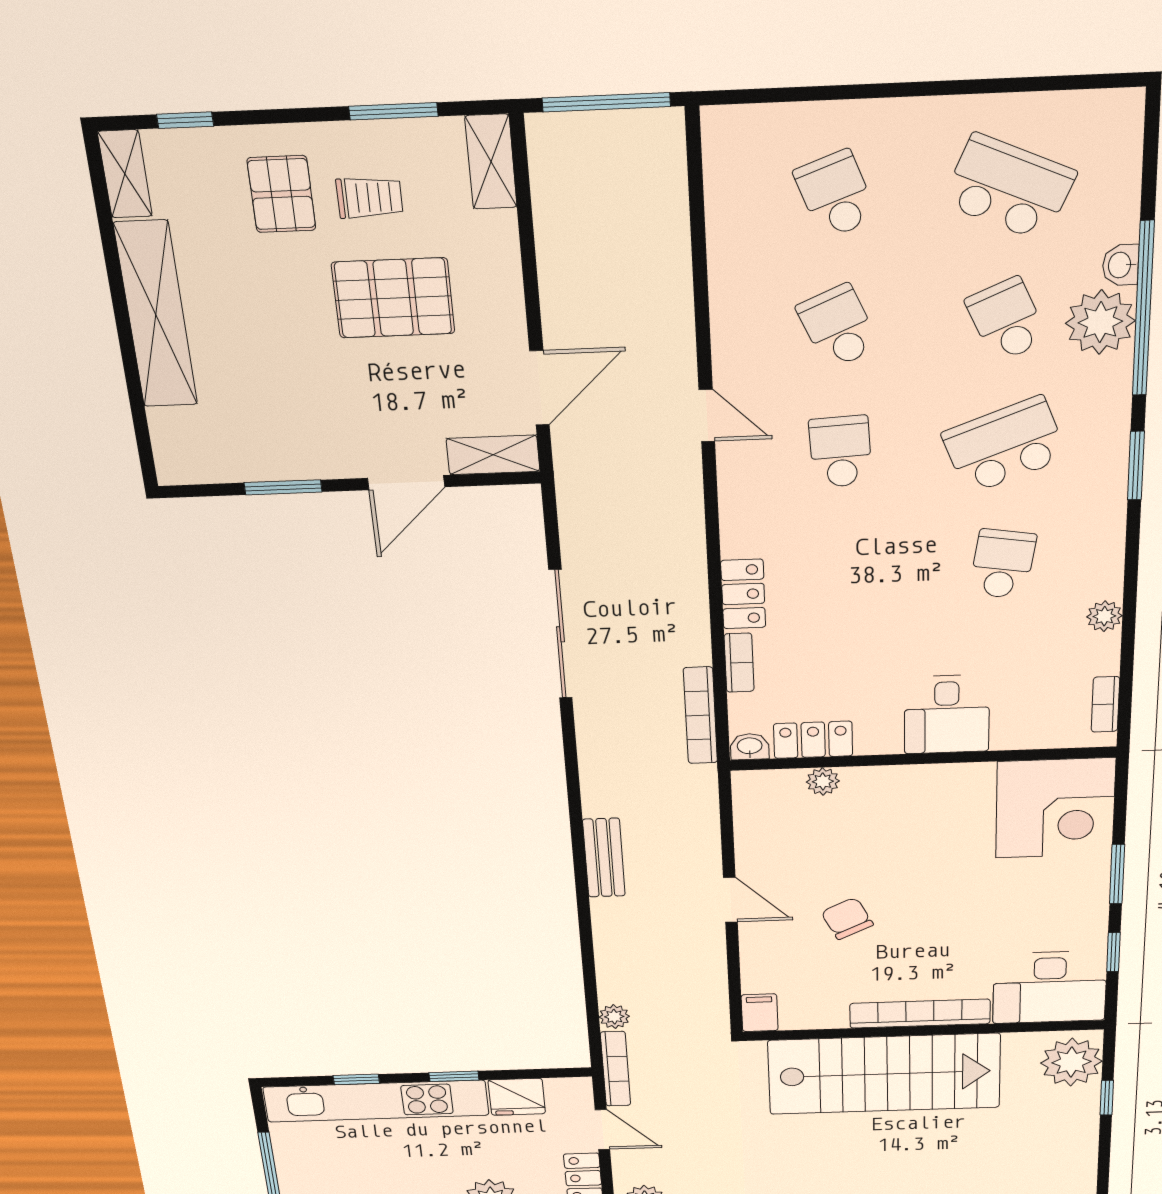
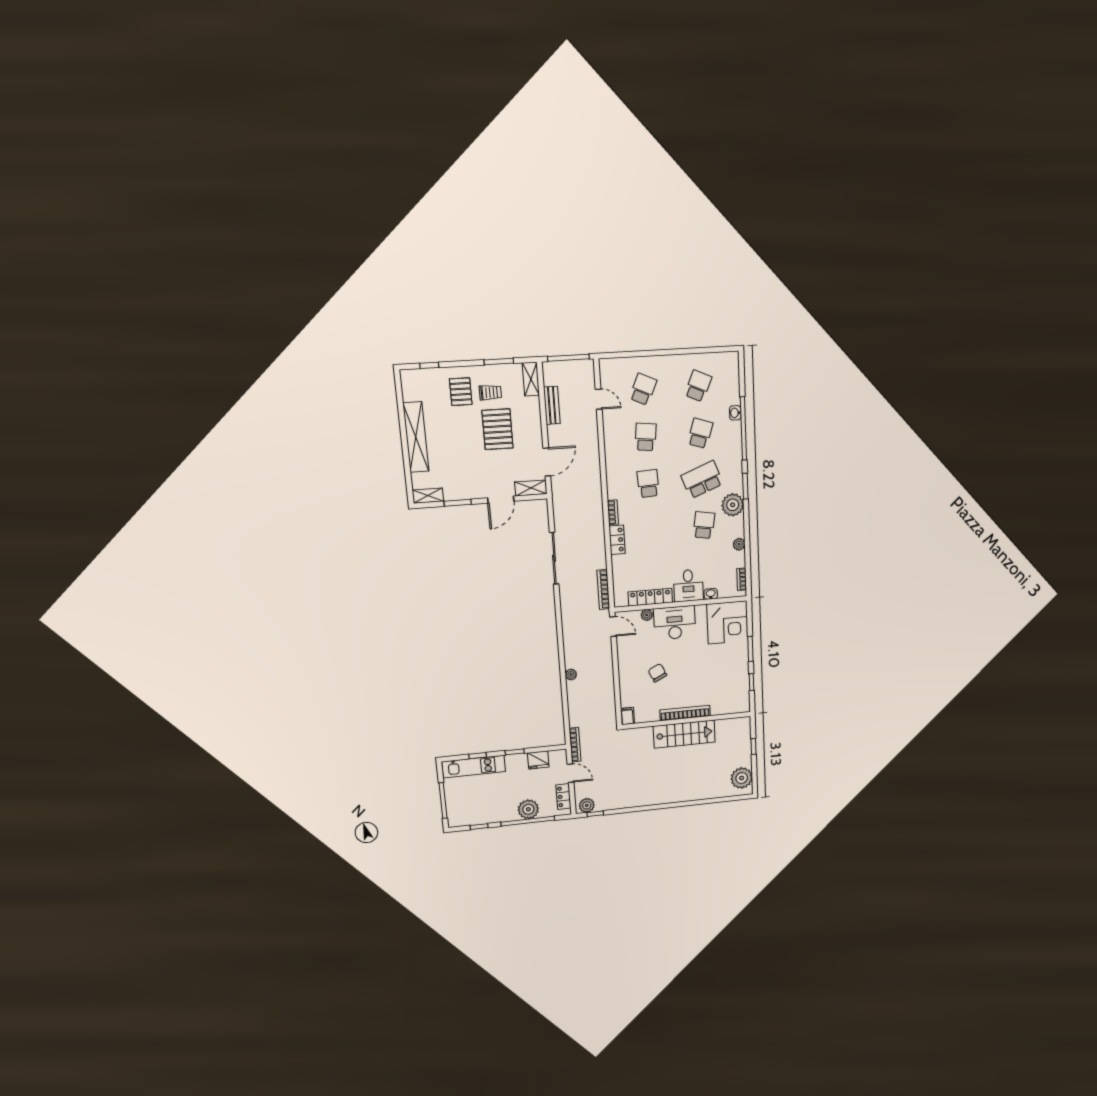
shelving: (125, 174) -> (428, 496), moved, turned 90
school desk: (1009, 187) -> (698, 386), width x0.54
school desk: (836, 195) -> (643, 389), turned 45
pallet: (393, 298) -> (498, 429), turned 90
school desk: (1007, 320) -> (700, 433), turned 42
plant: (1100, 322) -> (733, 505), moved
school desk: (838, 327) -> (646, 437), turned 30
door: (707, 416) -> (599, 399), moved
bookcase: (739, 663) -> (613, 512), moved
locker: (813, 740) -> (650, 597), width x1.53
washbasin: (750, 747) -> (711, 594), moved
bench: (604, 858) -> (552, 405), moved
door: (730, 900) -> (613, 627), moved
desk: (1050, 987) -> (675, 623), moved, turned 180
plant: (614, 1017) -> (571, 674), moved
plant: (1071, 1062) -> (742, 778), moved
stairs: (884, 1074) -> (684, 734), width x0.73, depth x0.66
kitchen unit: (376, 1101) -> (474, 767), width x0.73

